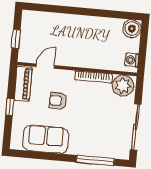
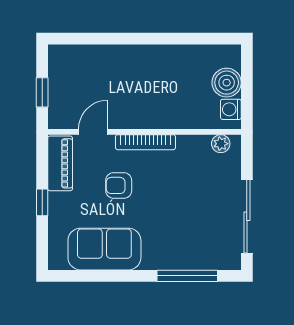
boiler: (132, 29) -> (227, 83), moved
bookcase: (93, 77) -> (145, 142), moved
plant: (123, 86) -> (221, 144), width x0.53, depth x0.53

